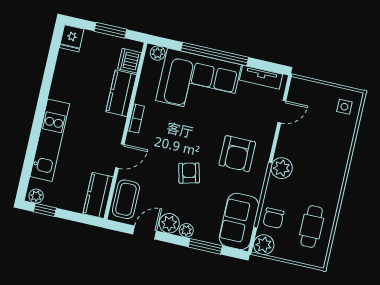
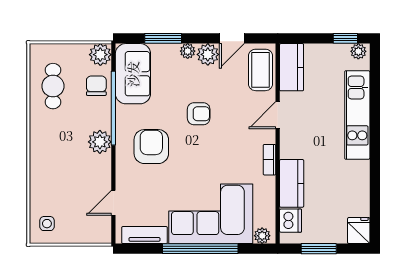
armchair: (189, 173) -> (199, 114), turned -76

